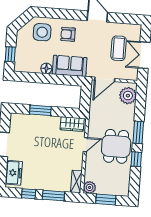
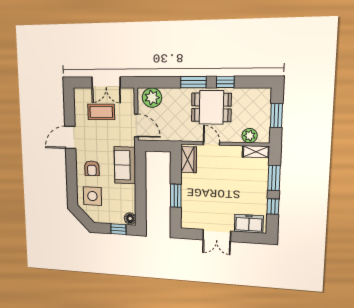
floor lamp: (46, 68) -> (130, 219), moved
plant: (90, 187) -> (250, 136), moved

